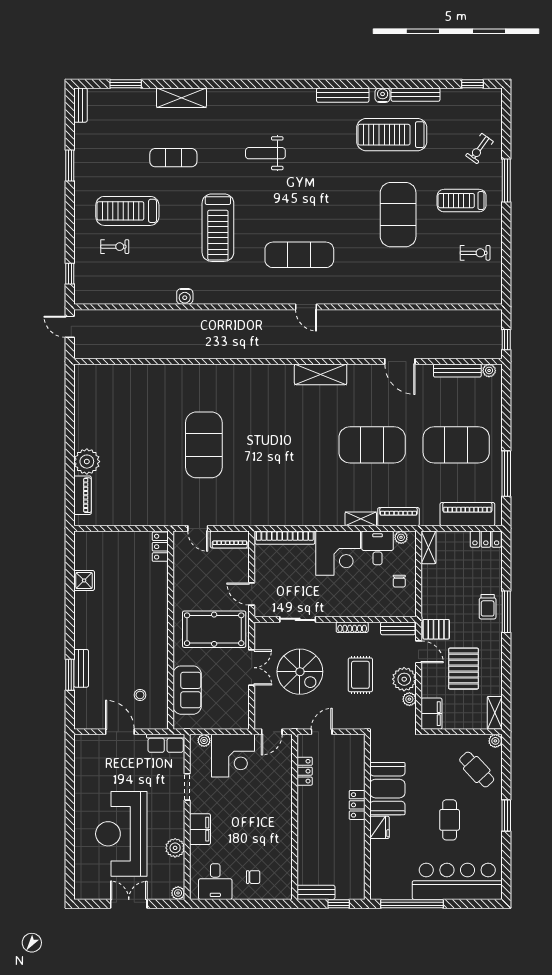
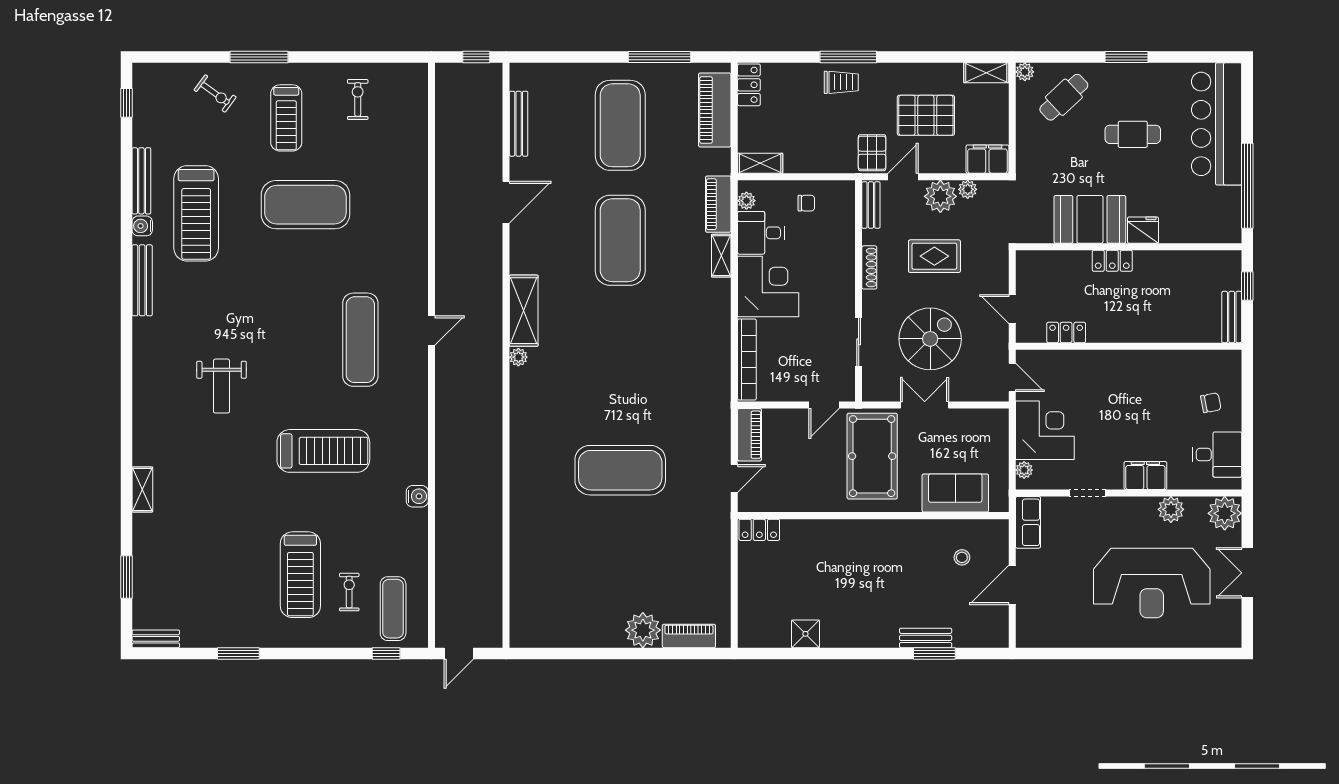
shelving: (181, 98) -> (142, 490), width x0.67, depth x0.75
exercise mat: (173, 158) -> (393, 609), moved
plant: (489, 370) -> (518, 357), moved
chair: (253, 877) -> (1211, 403), turned 79
plant: (178, 893) -> (1225, 513), width x1.88, depth x1.88

